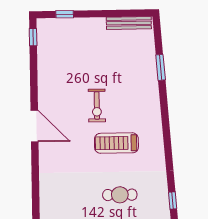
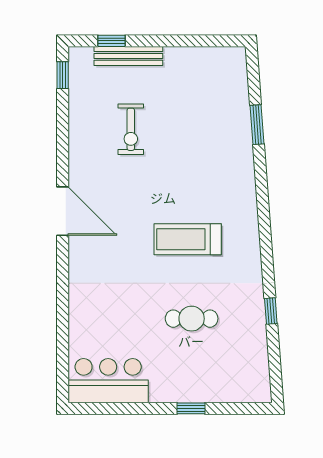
bench: (129, 23) -> (128, 56), moved
exercise bike: (97, 105) -> (131, 129), moved
window: (173, 201) -> (271, 311), moved

